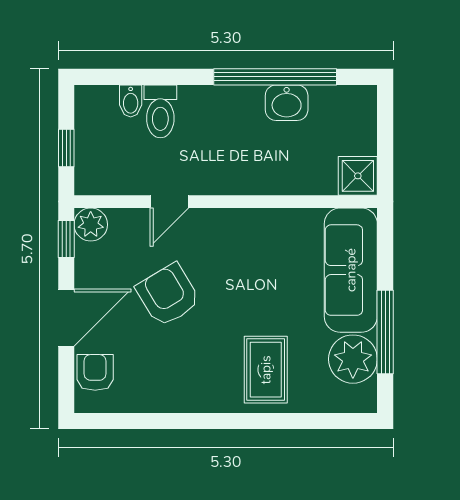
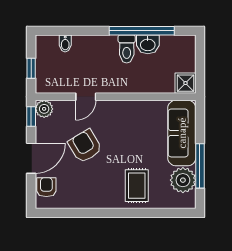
toilet: (160, 111) -> (127, 49), moved

